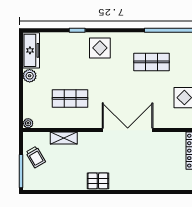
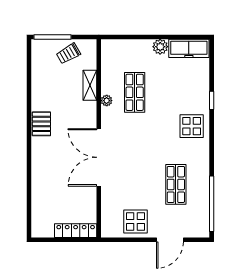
plant: (28, 123) -> (107, 101), moved
double door: (128, 130) -> (99, 157), swing flipped

